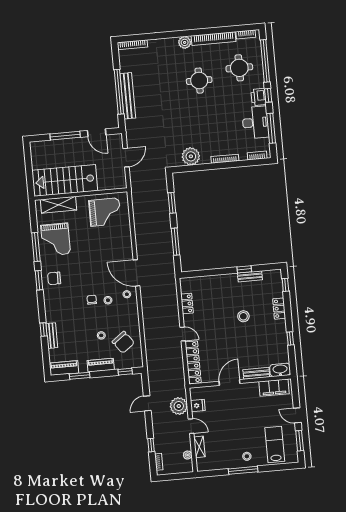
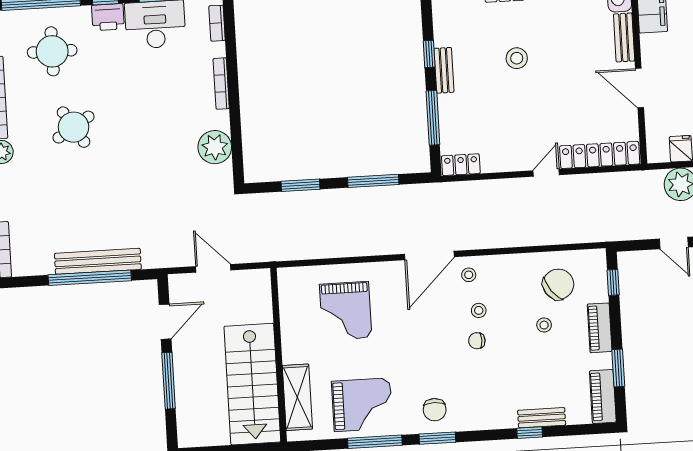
round table: (199, 81) -> (74, 127), turned -32
grand piano: (105, 212) -> (346, 311), moved, turned 180
window: (210, 272) -> (433, 118), added
bench: (250, 276) -> (444, 70), moved
locker: (187, 304) -> (461, 165), moved

